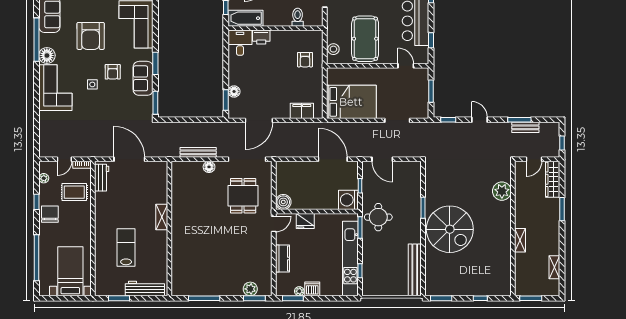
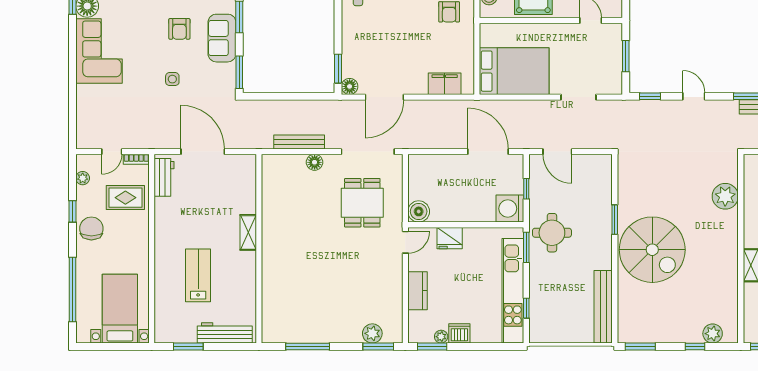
side table: (92, 84) -> (172, 79), moved
floor lamp: (234, 91) -> (350, 86), moved
plant: (493, 289) -> (713, 334), added

